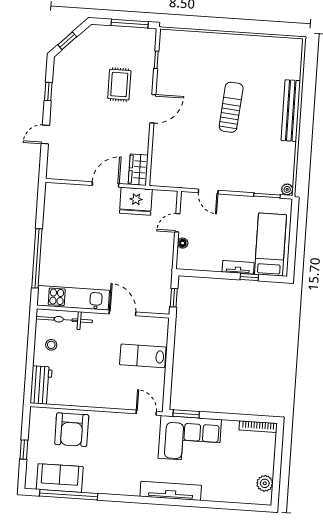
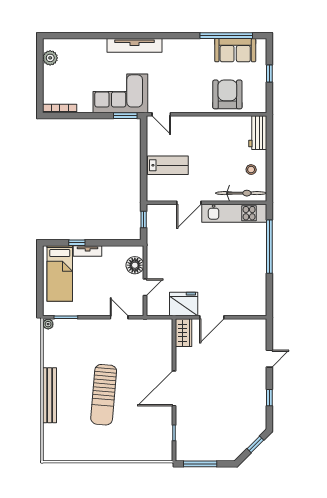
rug: (119, 85) -> (206, 408), removed
sun lounger: (231, 107) -> (104, 395), width x1.36, depth x1.34
door: (153, 109) -> (174, 388), width x1.36
floor lamp: (183, 243) -> (135, 265), width x1.89, depth x1.89
door: (122, 313) -> (189, 203), hinge flipped

